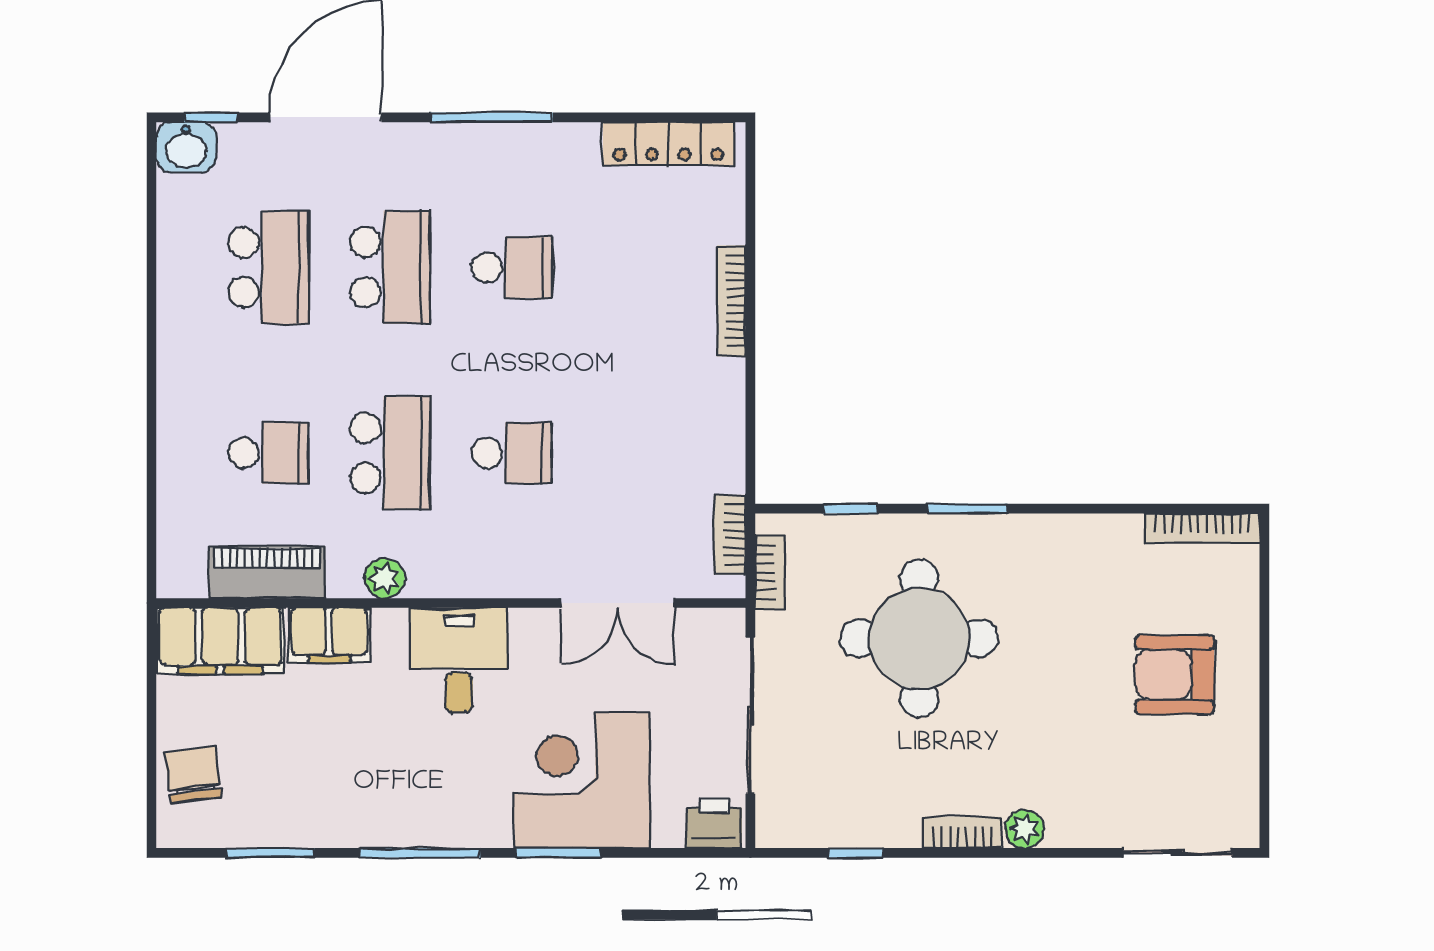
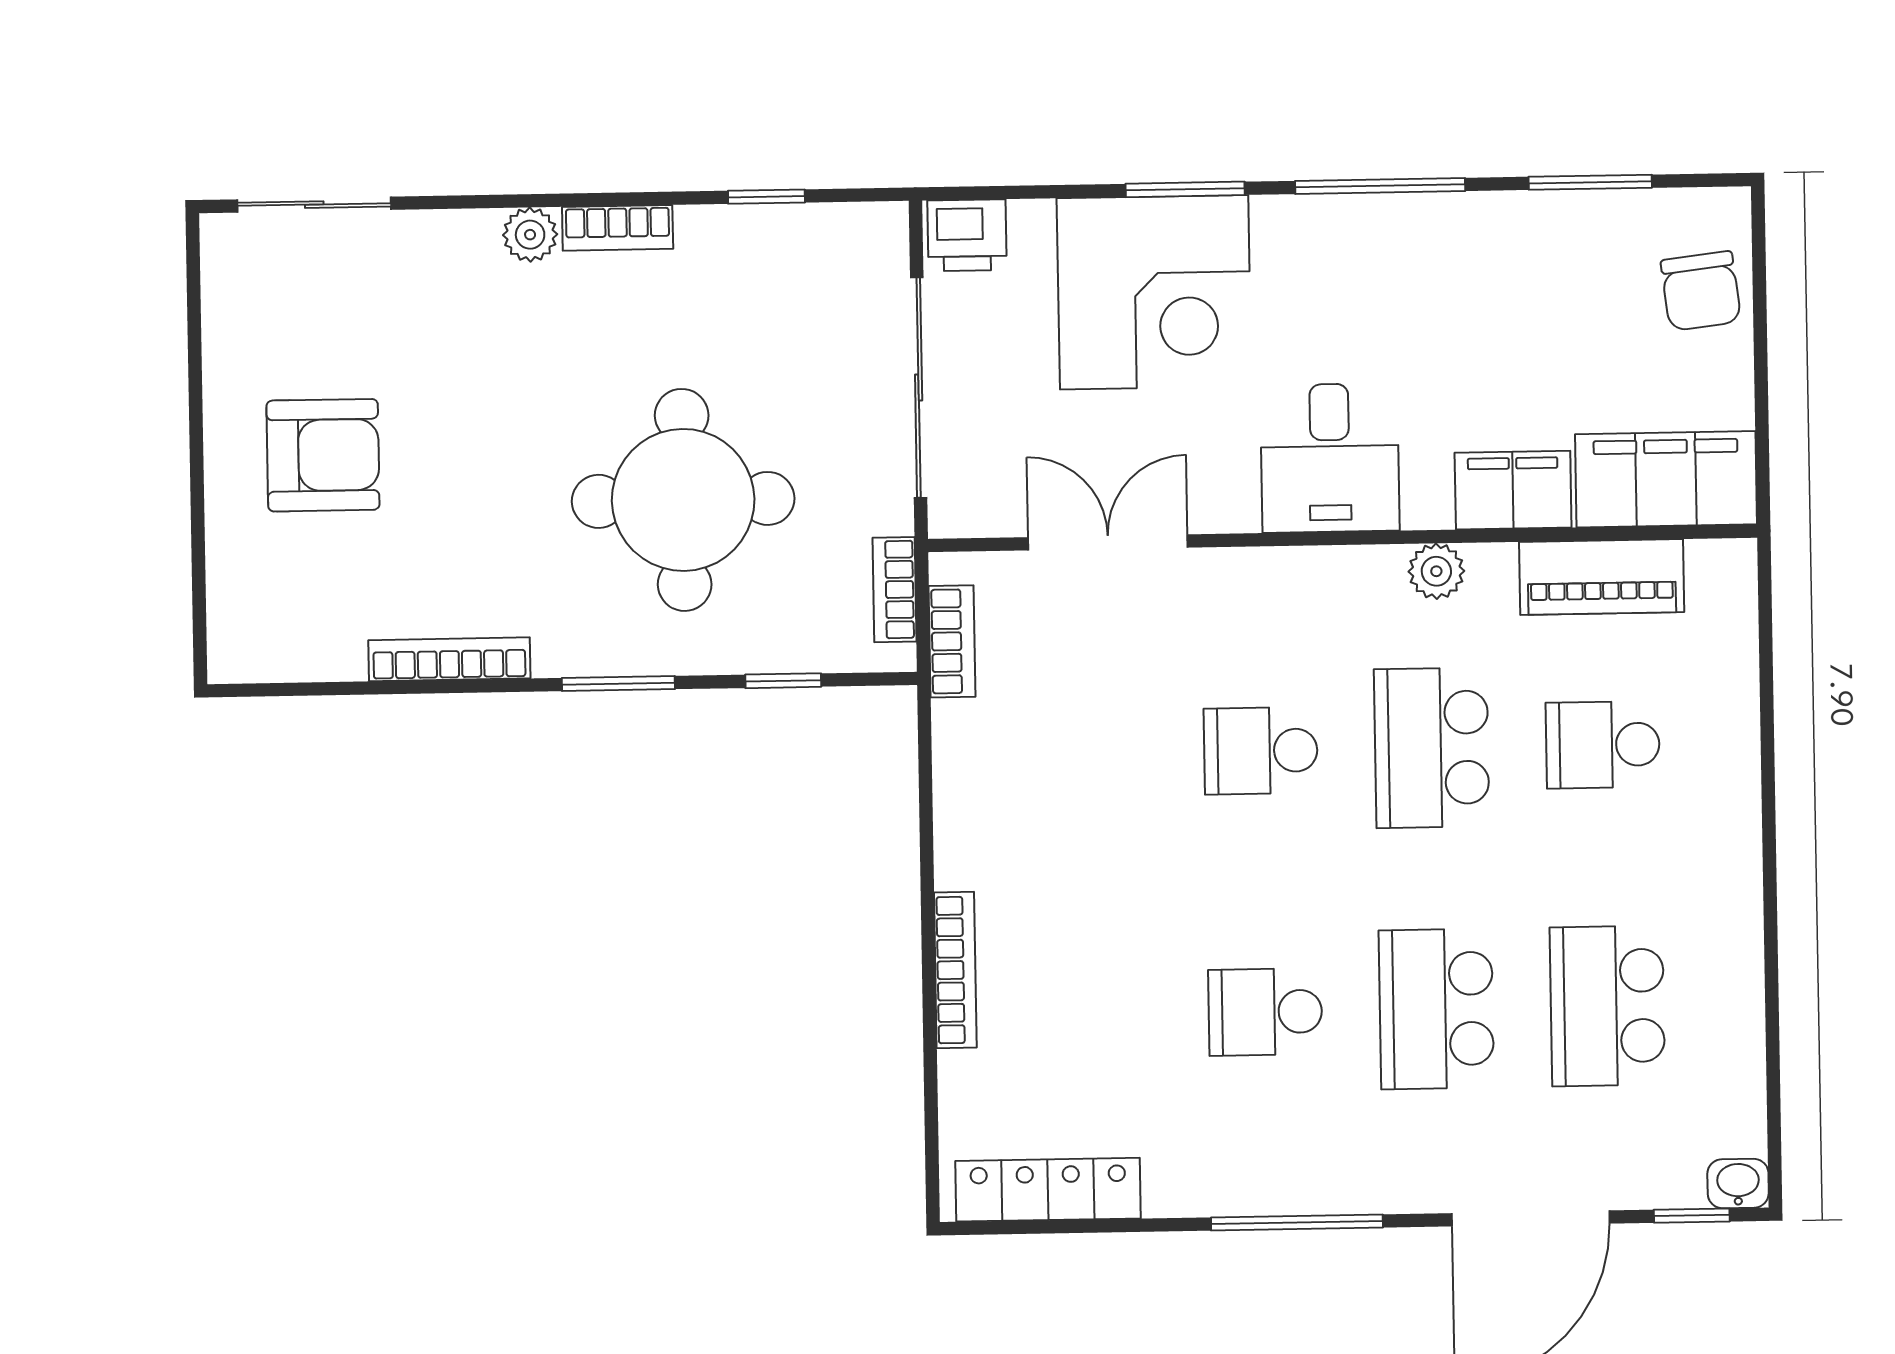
washbasin: (186, 147) -> (1738, 1184), width x0.72, depth x0.69
bookcase: (1202, 528) -> (449, 659), moved

